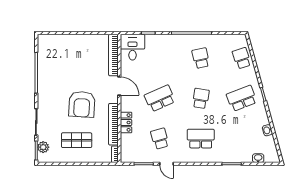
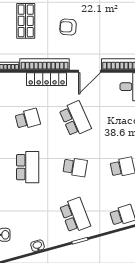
armchair: (82, 104) -> (68, 27), width x0.53, depth x0.53
locker: (126, 122) -> (47, 79), width x1.53

